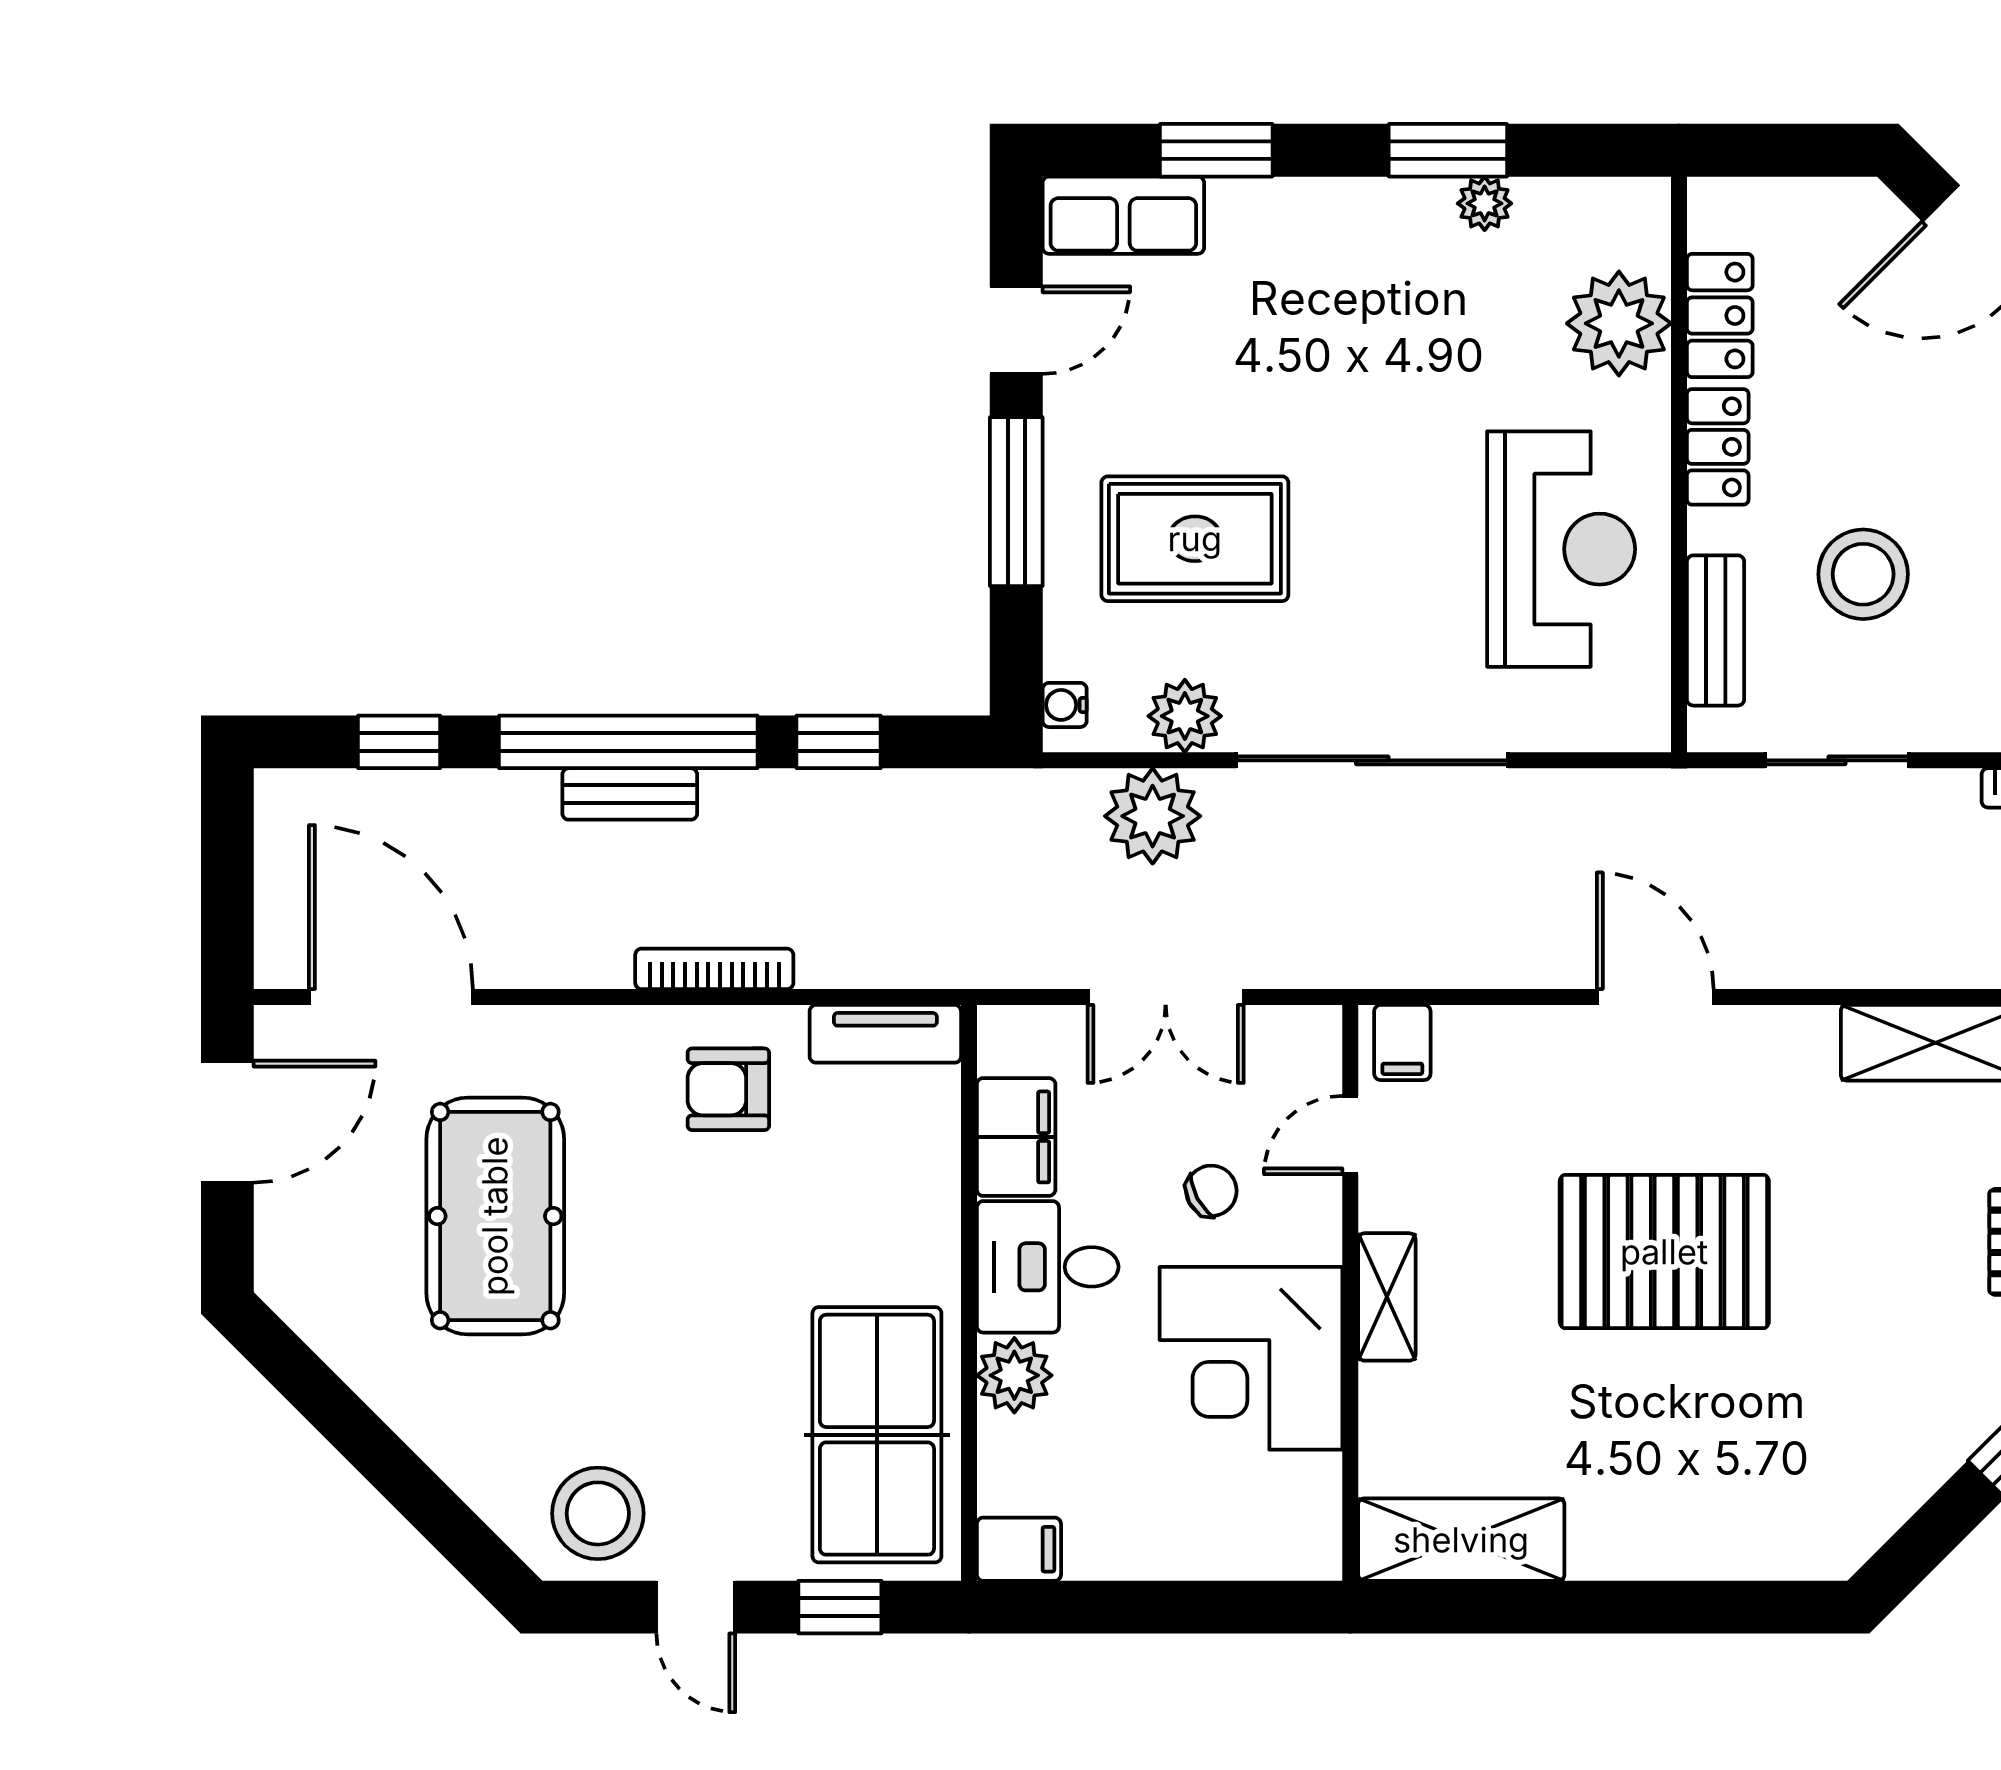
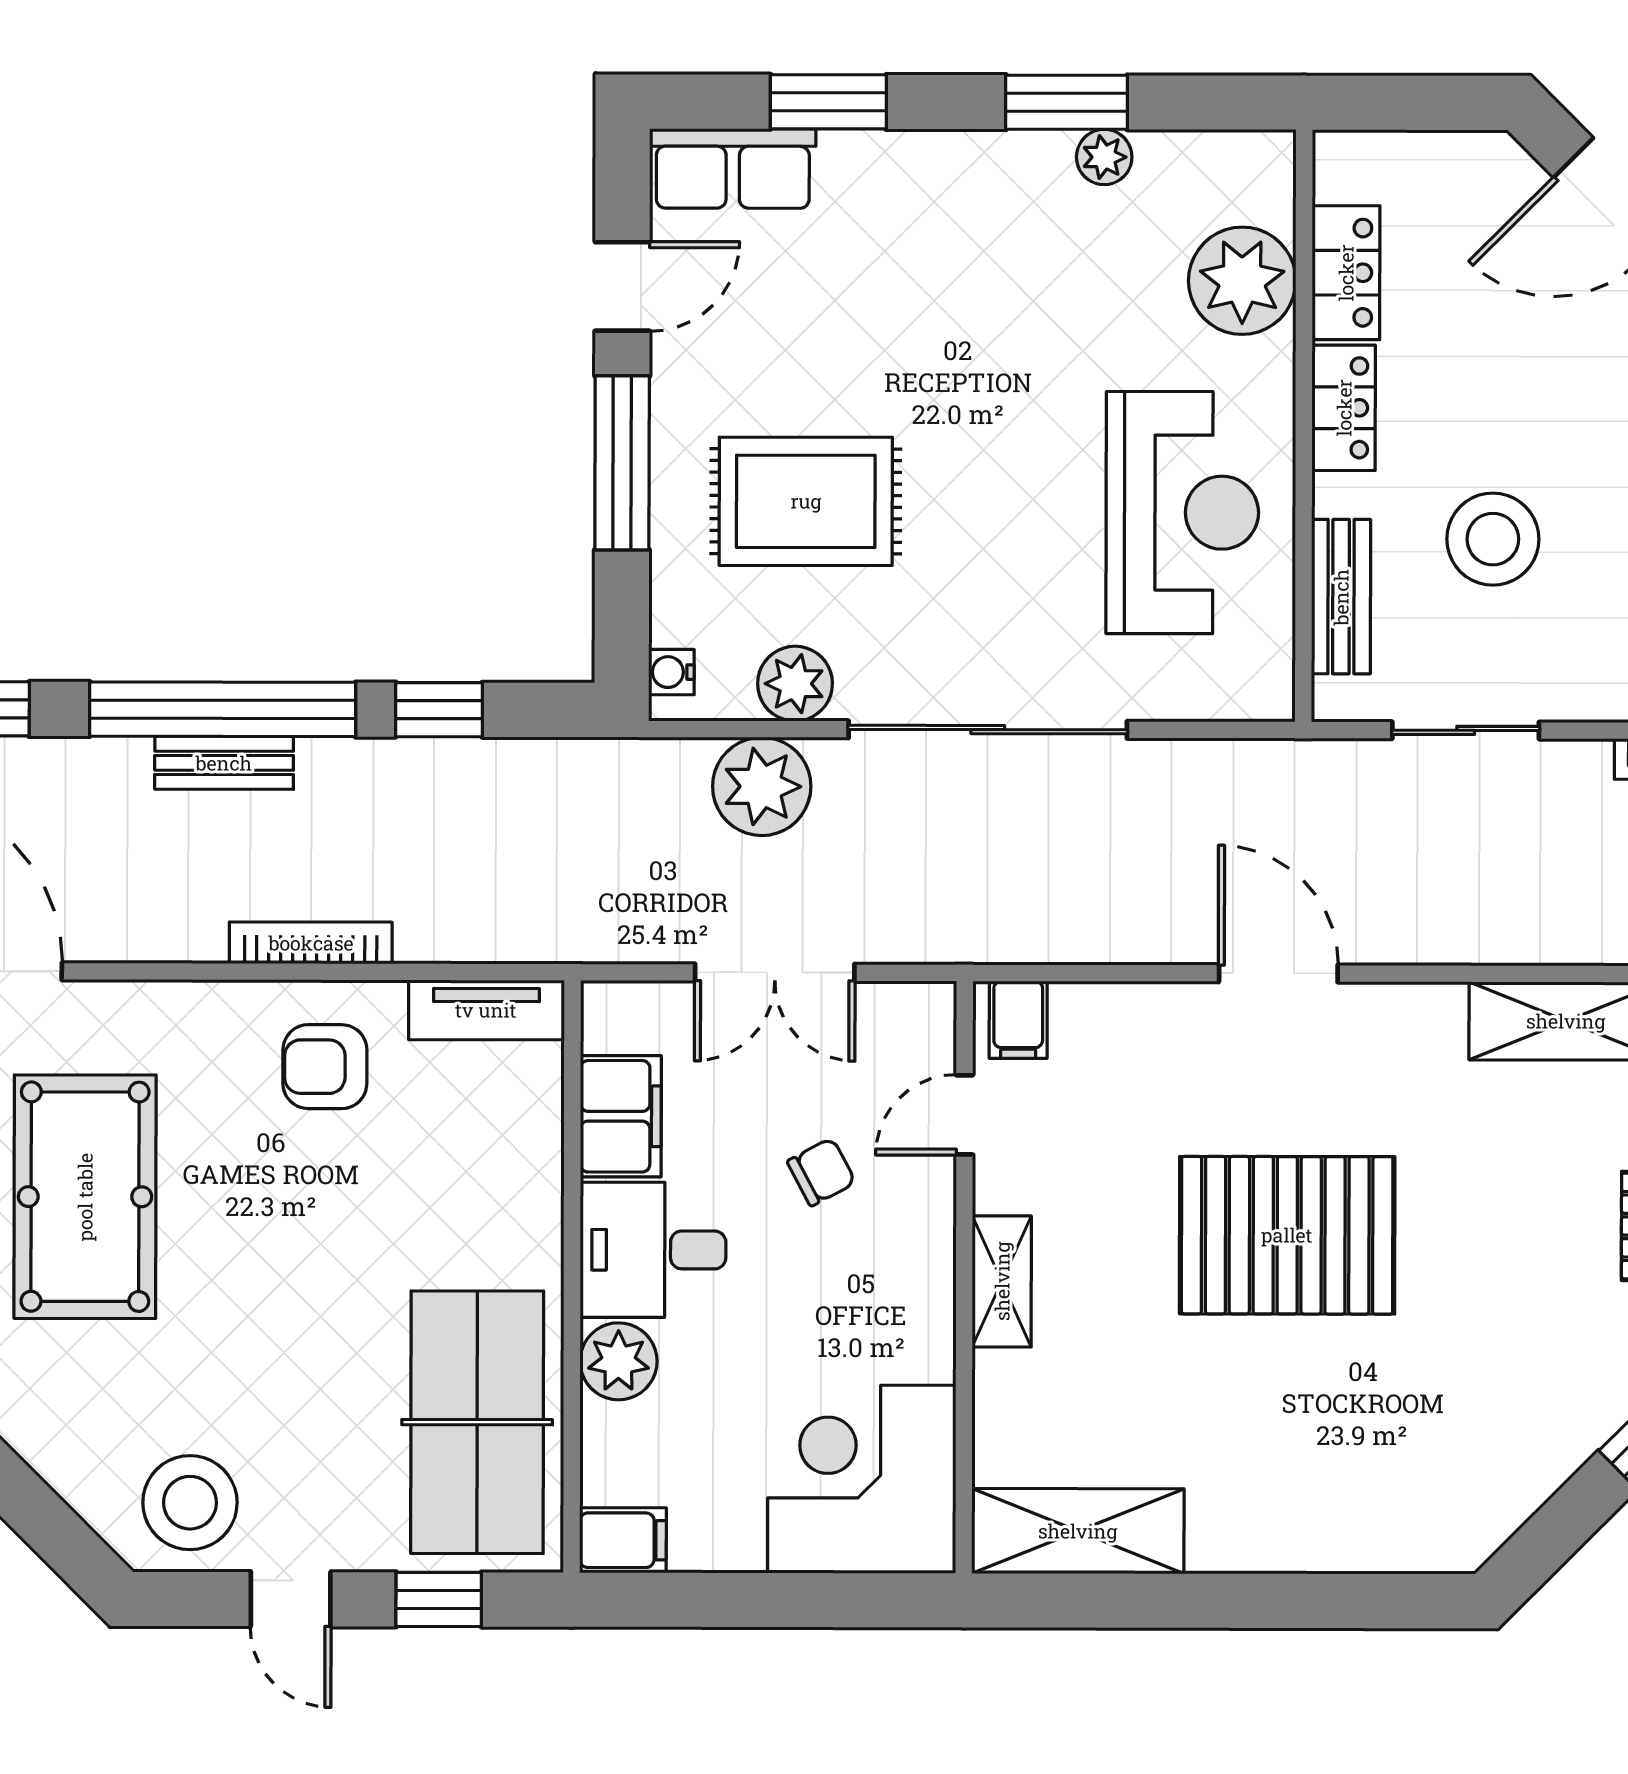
corner desk: (1251, 1358) -> (862, 1479), moved, turned 90

